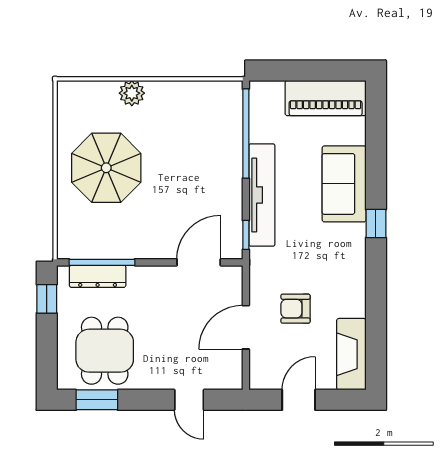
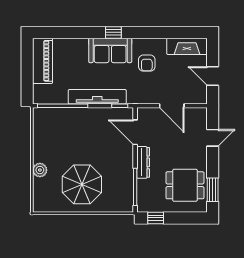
sofa: (344, 184) -> (110, 50), moved
dresser: (98, 276) -> (143, 162), moved
armchair: (295, 309) -> (147, 63), moved

